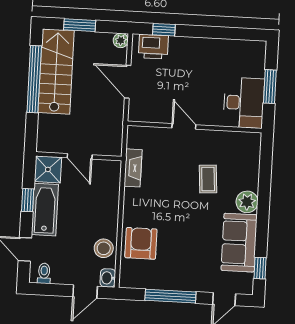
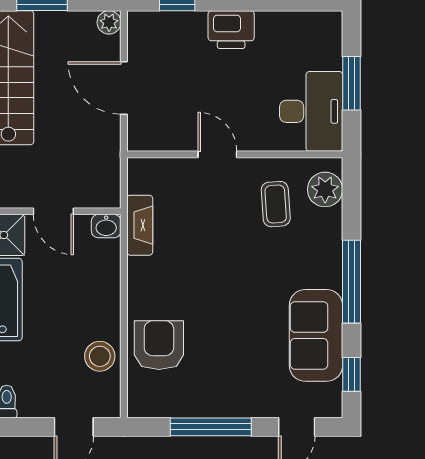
printer: (153, 47) -> (231, 30), moved
coffee table: (208, 179) -> (276, 204), moved
plant: (247, 202) -> (325, 189), moved
window: (263, 210) -> (352, 282), added
washbasin: (108, 278) -> (106, 226), moved, turned -90

